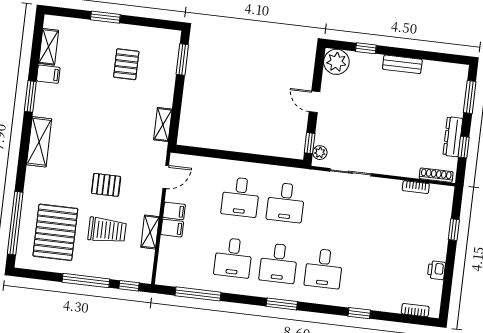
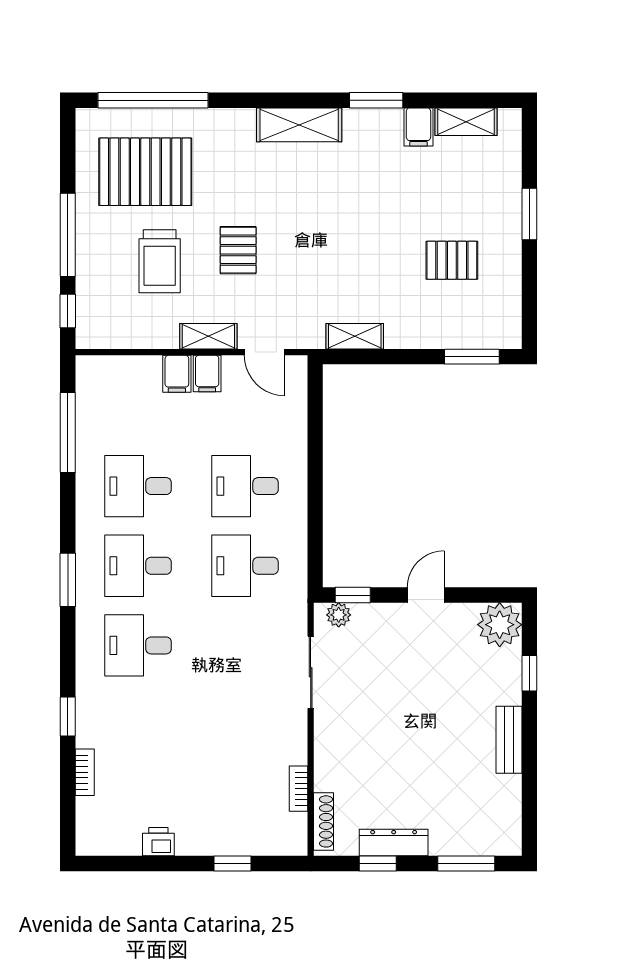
shelving: (150, 232) -> (208, 336), moved
bookcase: (415, 310) -> (85, 772), moved

